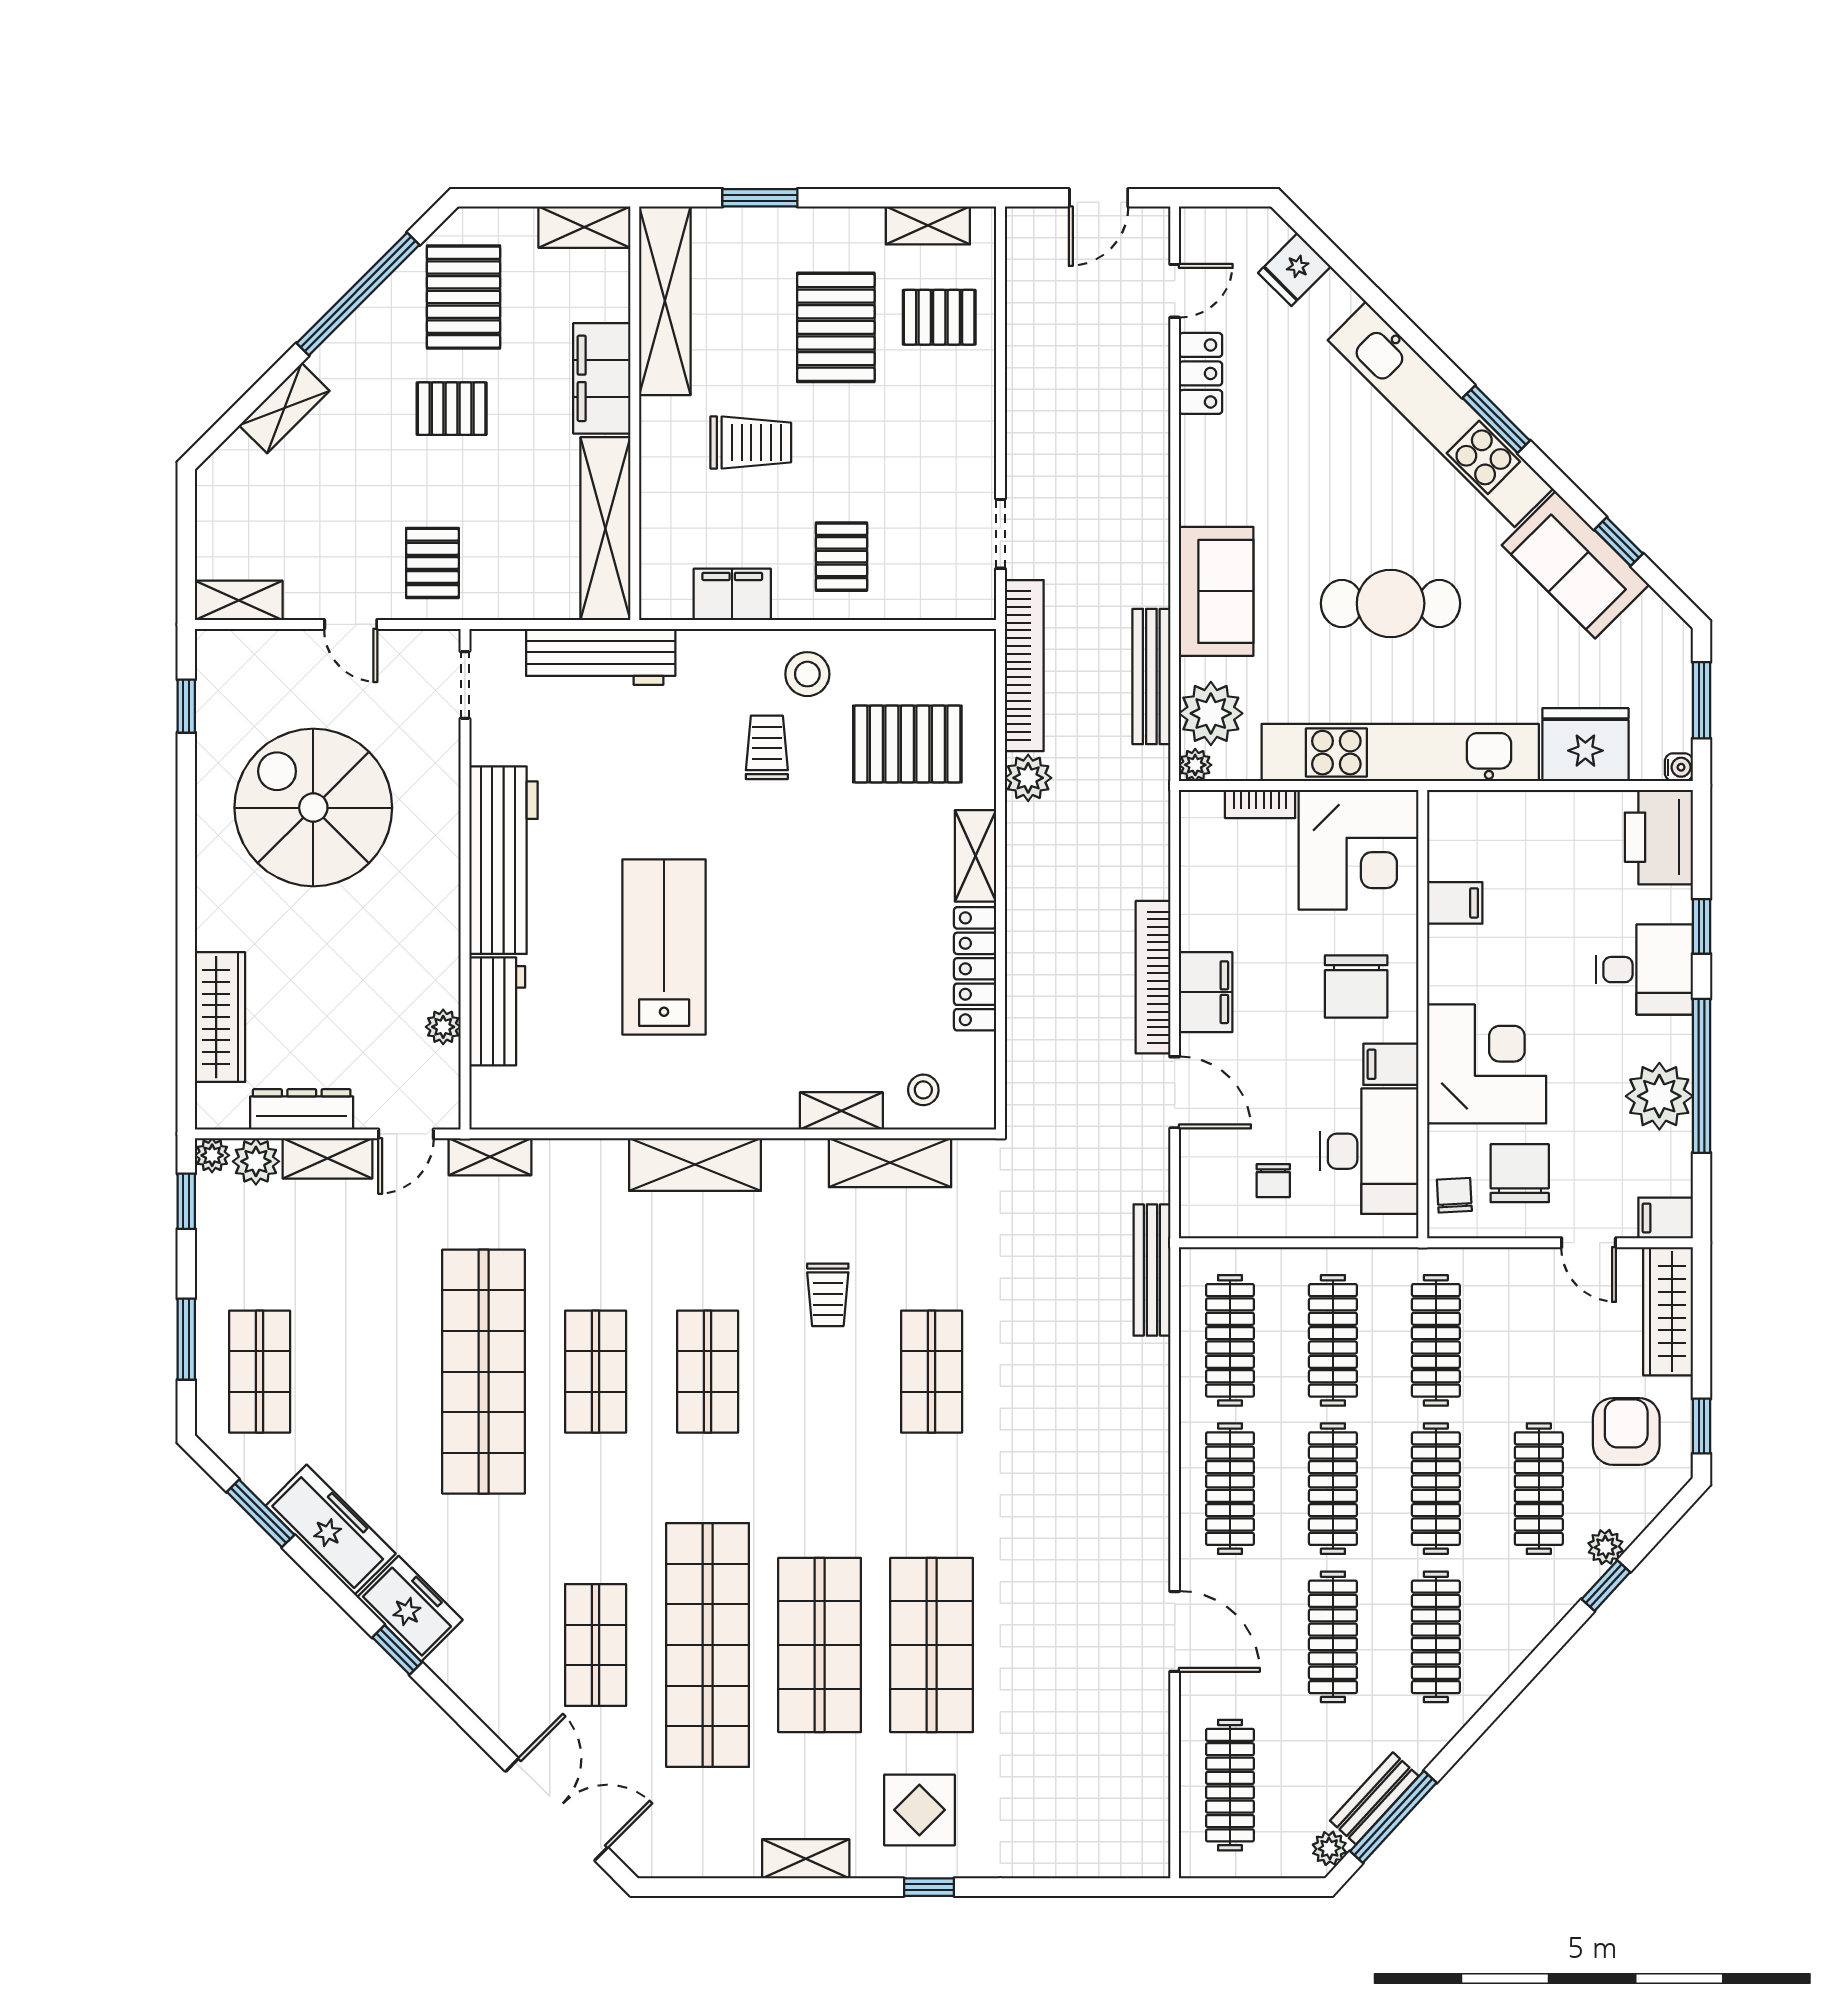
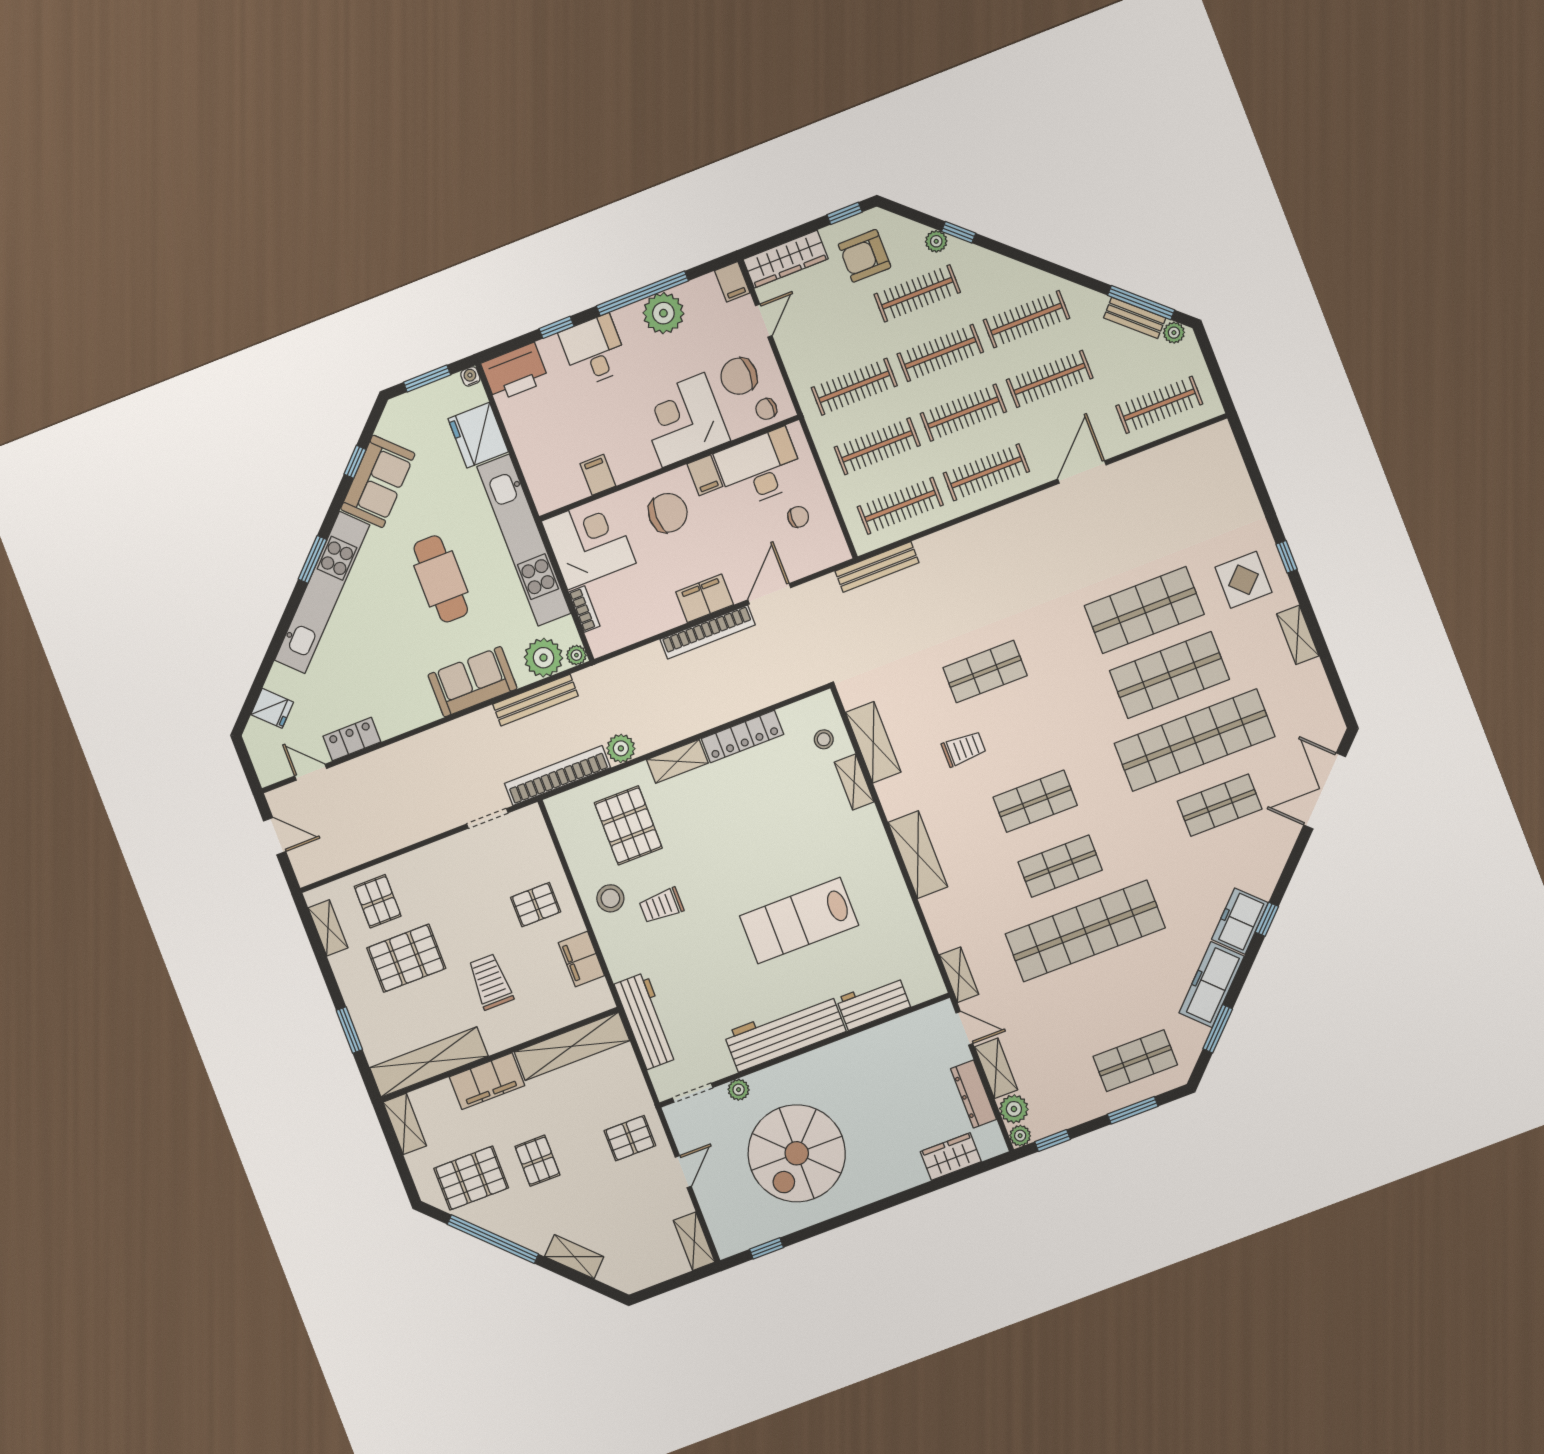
wardrobe: (220, 1017) -> (951, 1157), width x0.67
plant: (443, 1027) -> (739, 1090), moved

